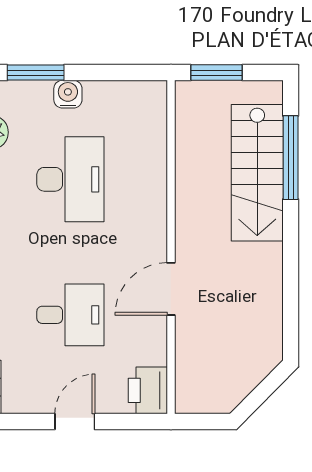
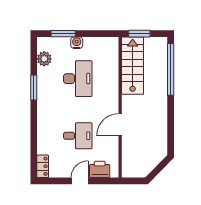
window: (291, 158) -> (171, 69), width x1.46
stairs: (257, 173) -> (133, 66), moved, turned 180
printer: (148, 390) -> (100, 169), moved, turned 90

